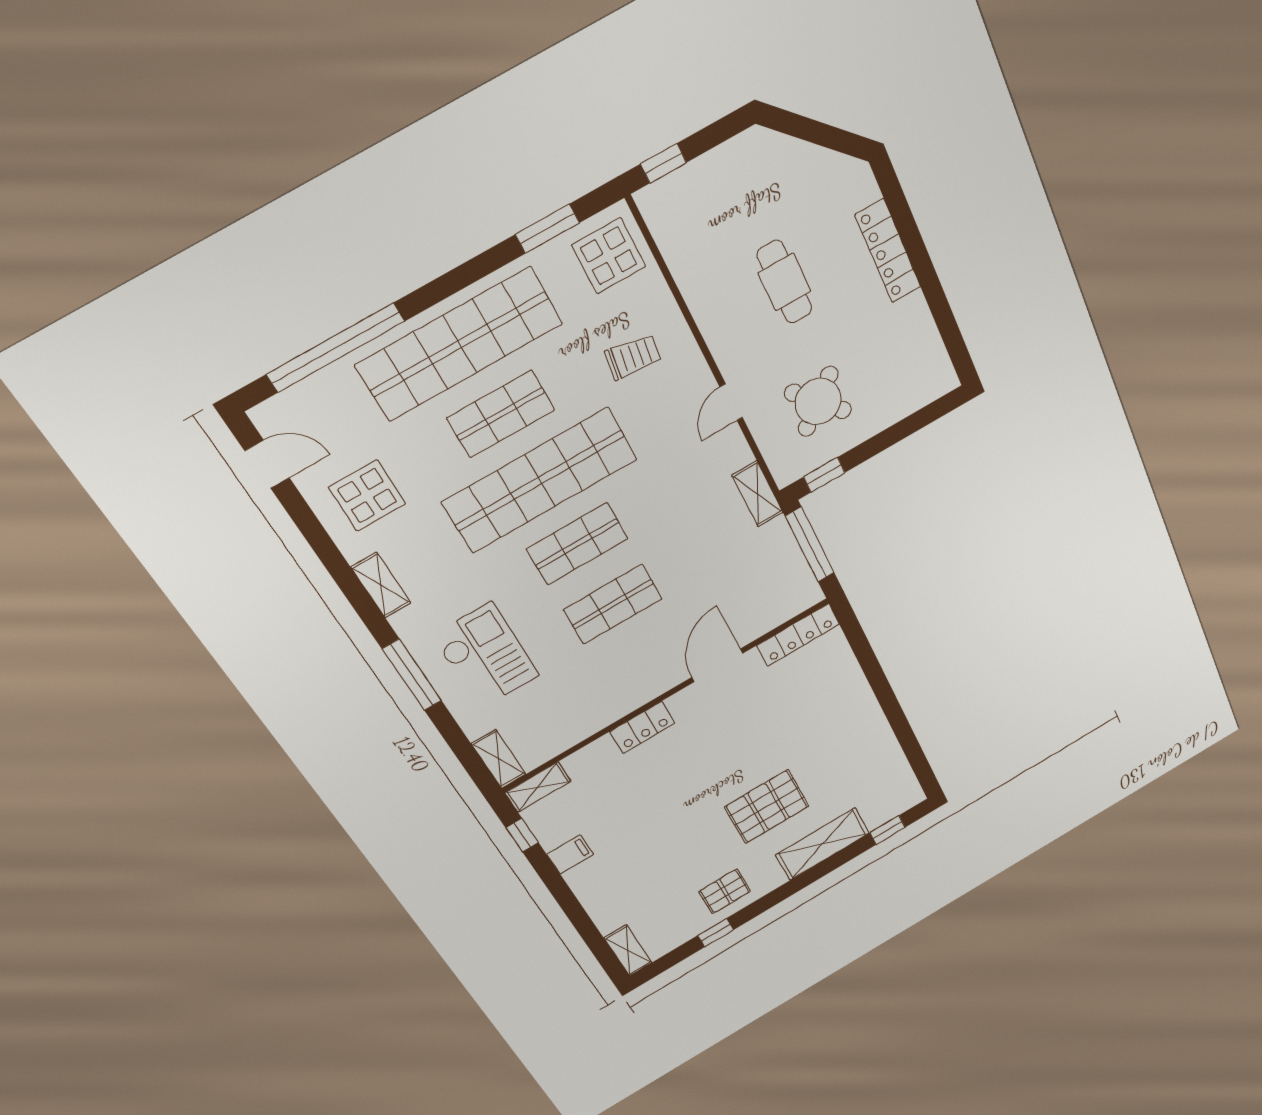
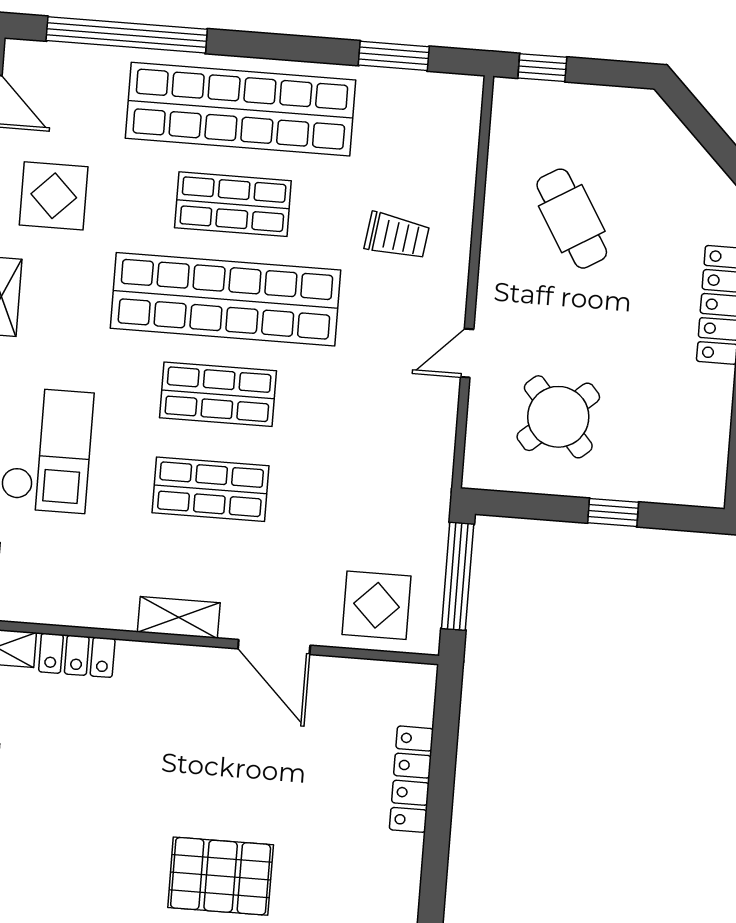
display table: (609, 256) -> (377, 605), moved
cafe table: (784, 282) -> (572, 219), moved, turned -31
window: (824, 475) -> (613, 513), moved
shelving: (758, 494) -> (179, 617), moved, turned 90
locker: (798, 635) -> (411, 779), moved, turned 90
door: (717, 665) -> (274, 647), swing flipped
locker: (642, 727) -> (77, 655), moved

